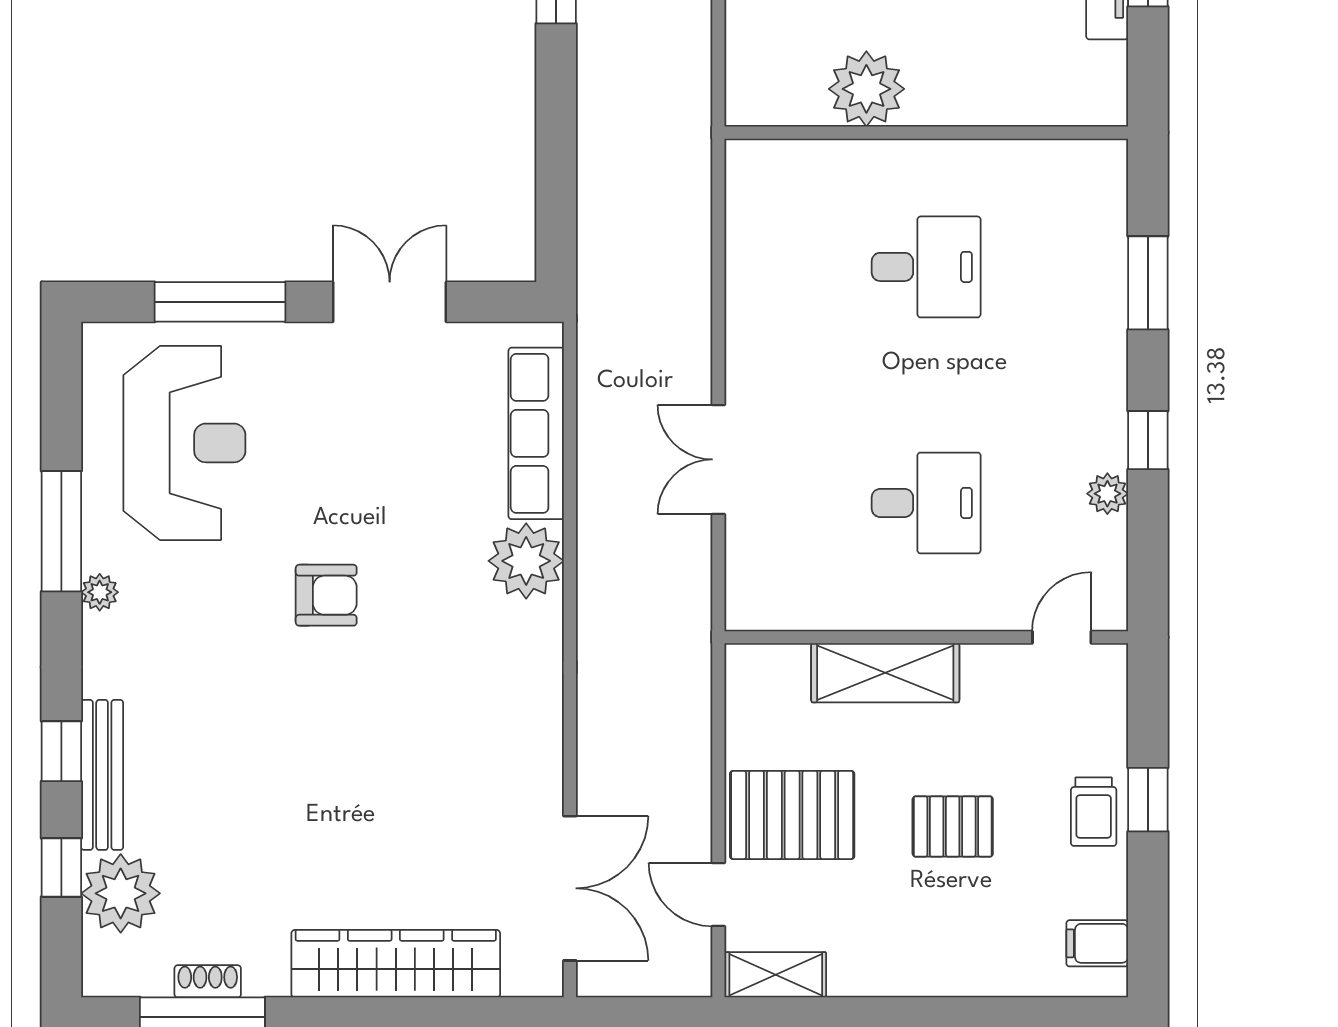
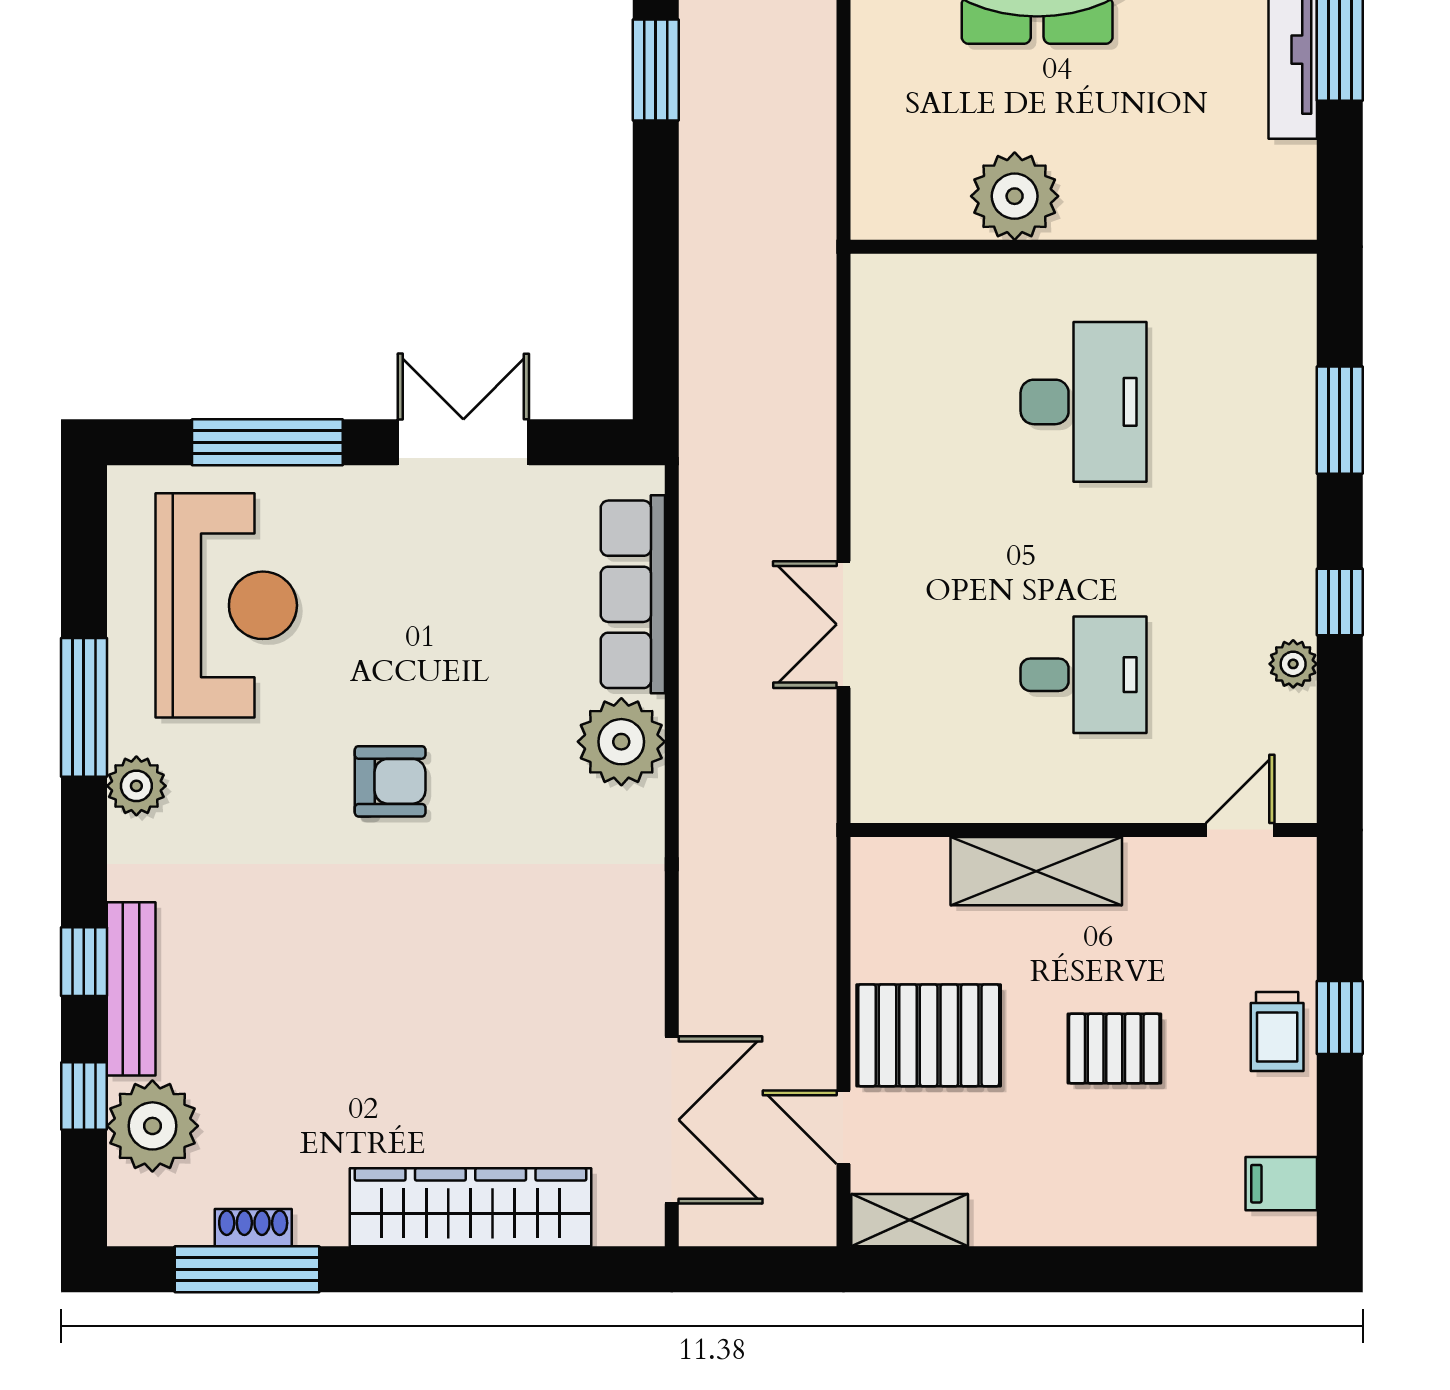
desk: (926, 267) -> (1084, 402), width x1.37
plant: (100, 592) -> (136, 786), width x1.38, depth x1.38

